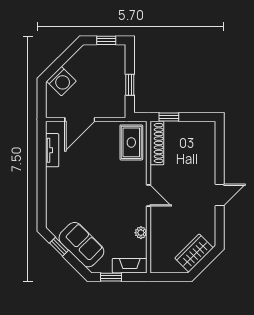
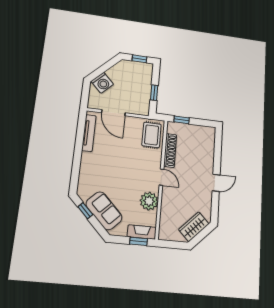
door: (80, 120) -> (113, 113), hinge flipped
shoe rack: (157, 143) -> (170, 150), moved
tv unit: (52, 150) -> (89, 133), width x1.41
plant: (141, 233) -> (149, 201), width x1.88, depth x1.88
window: (111, 277) -> (139, 241), moved

